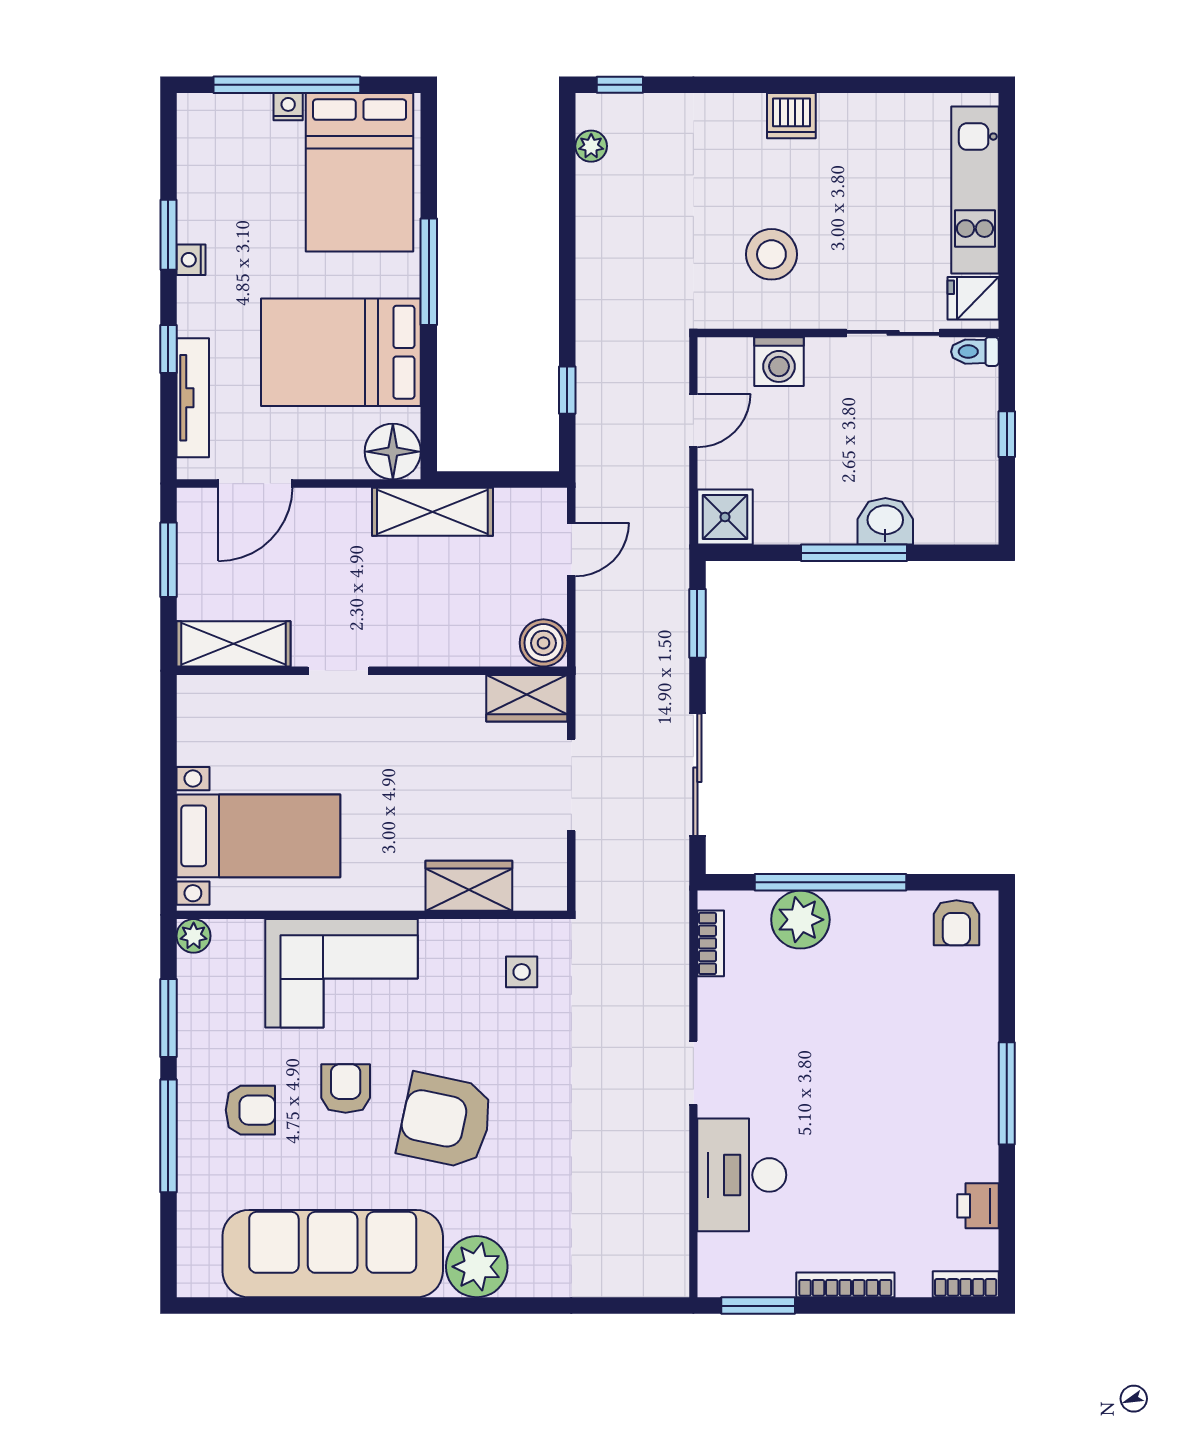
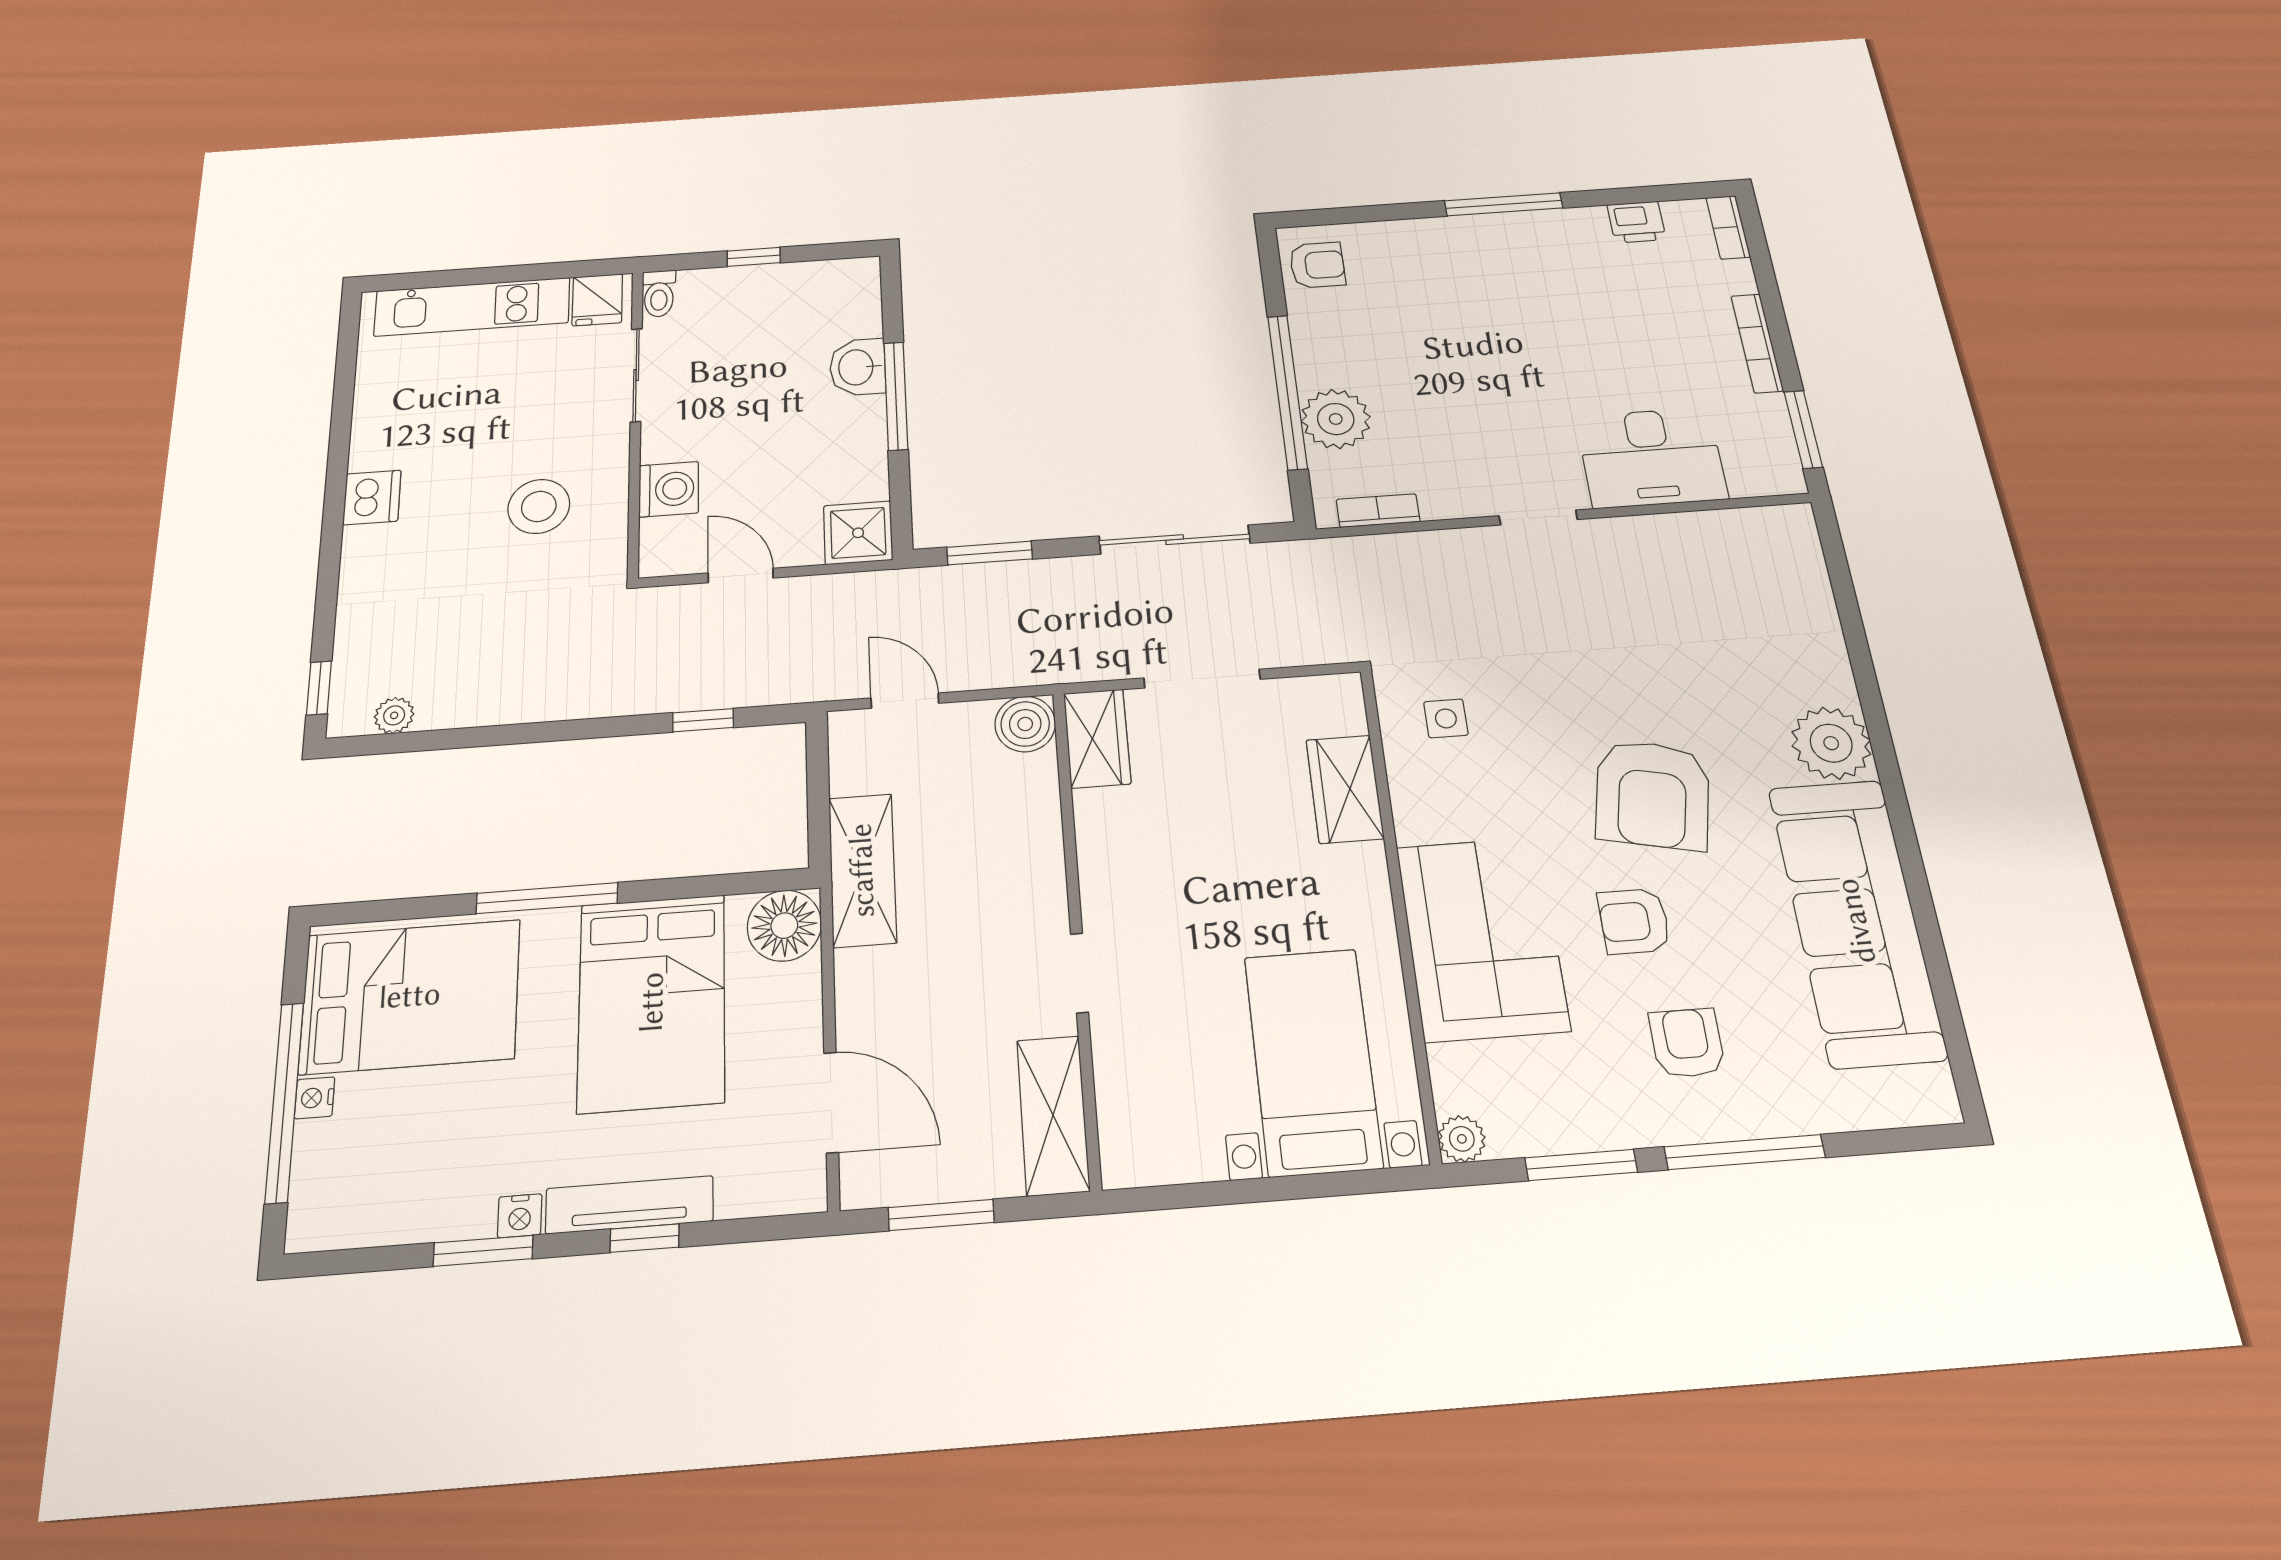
tv unit: (193, 398) -> (629, 1205), moved

